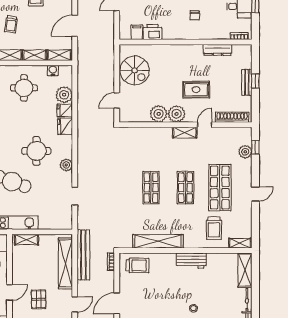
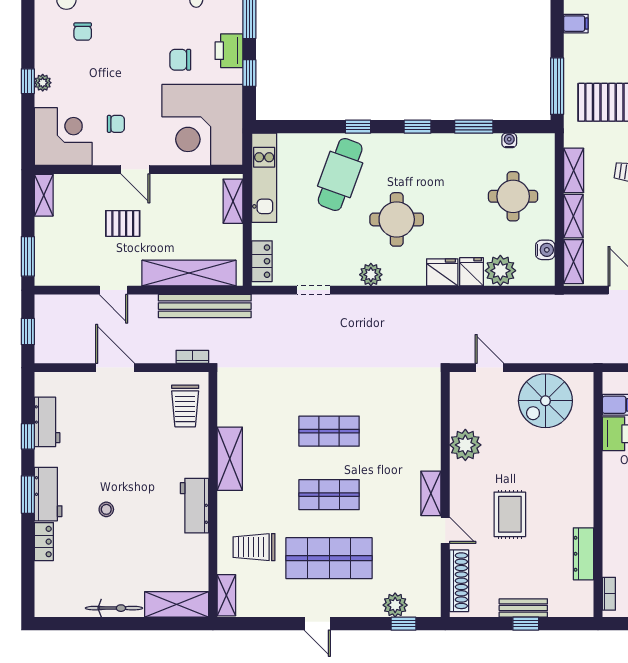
plant: (177, 114) -> (465, 478), removed
locker: (59, 224) -> (262, 261), added
shelving: (158, 241) -> (230, 459), width x0.68

